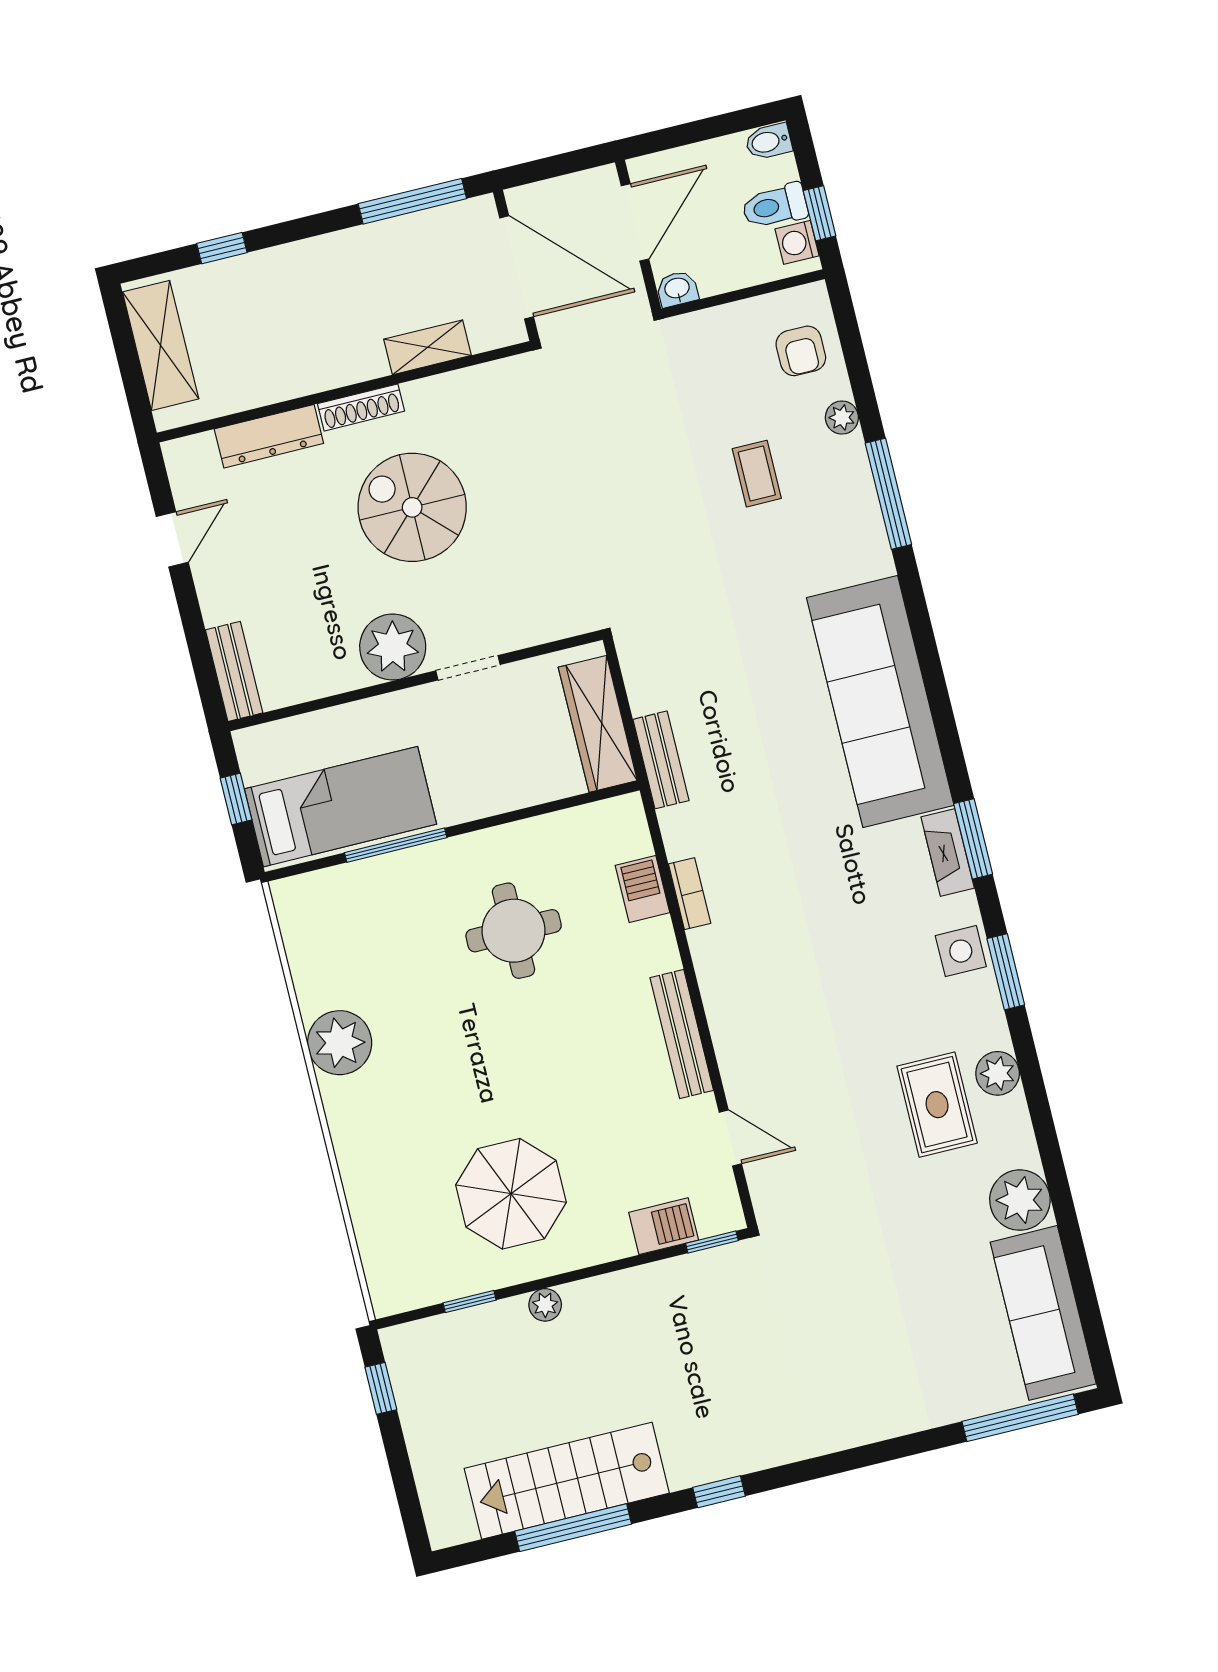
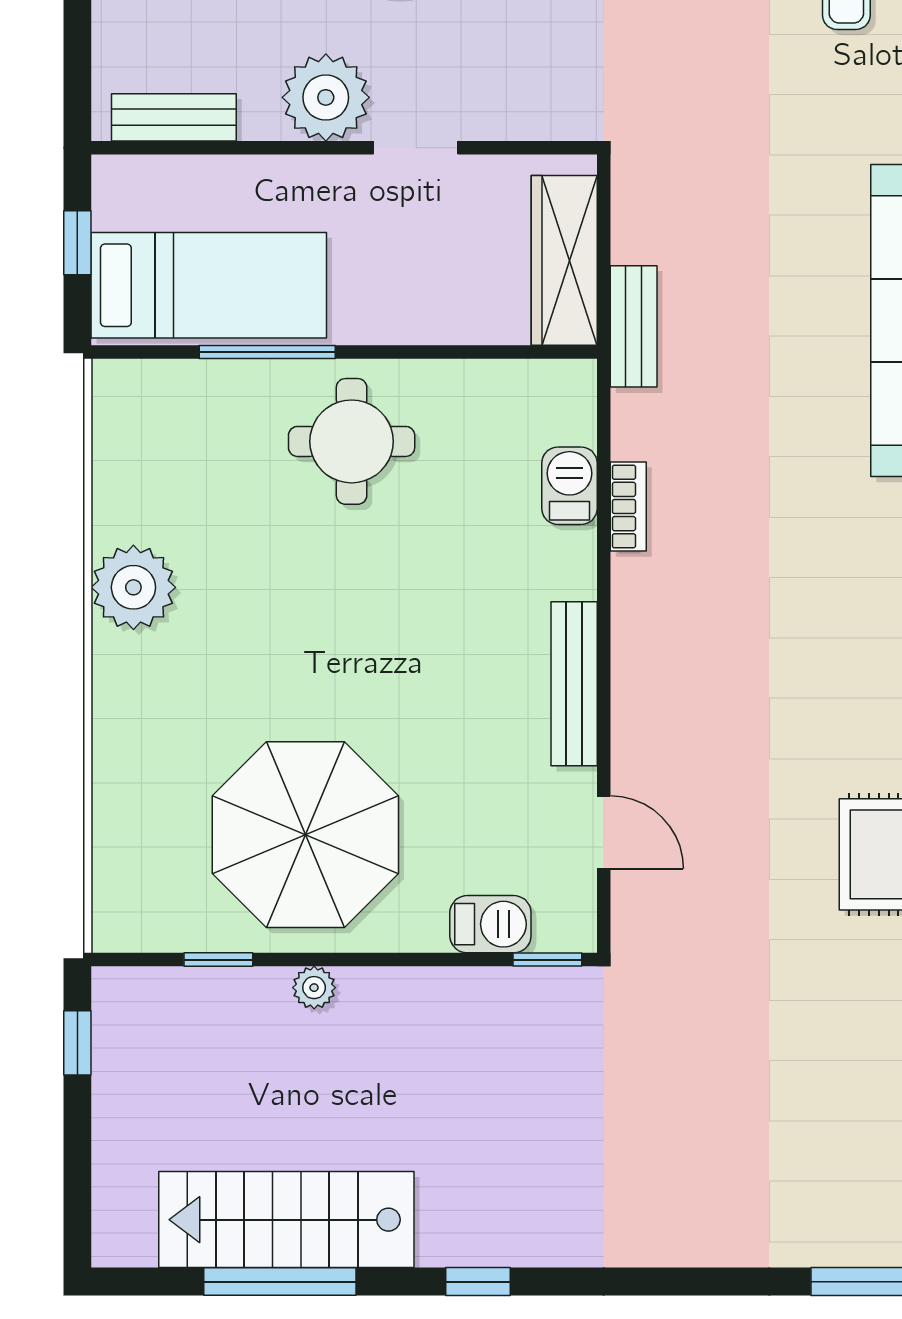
bench: (234, 671) -> (174, 117), moved, turned 90
round table: (514, 931) -> (352, 441), moved
parasol: (511, 1194) -> (305, 835), width x1.36, depth x1.36

